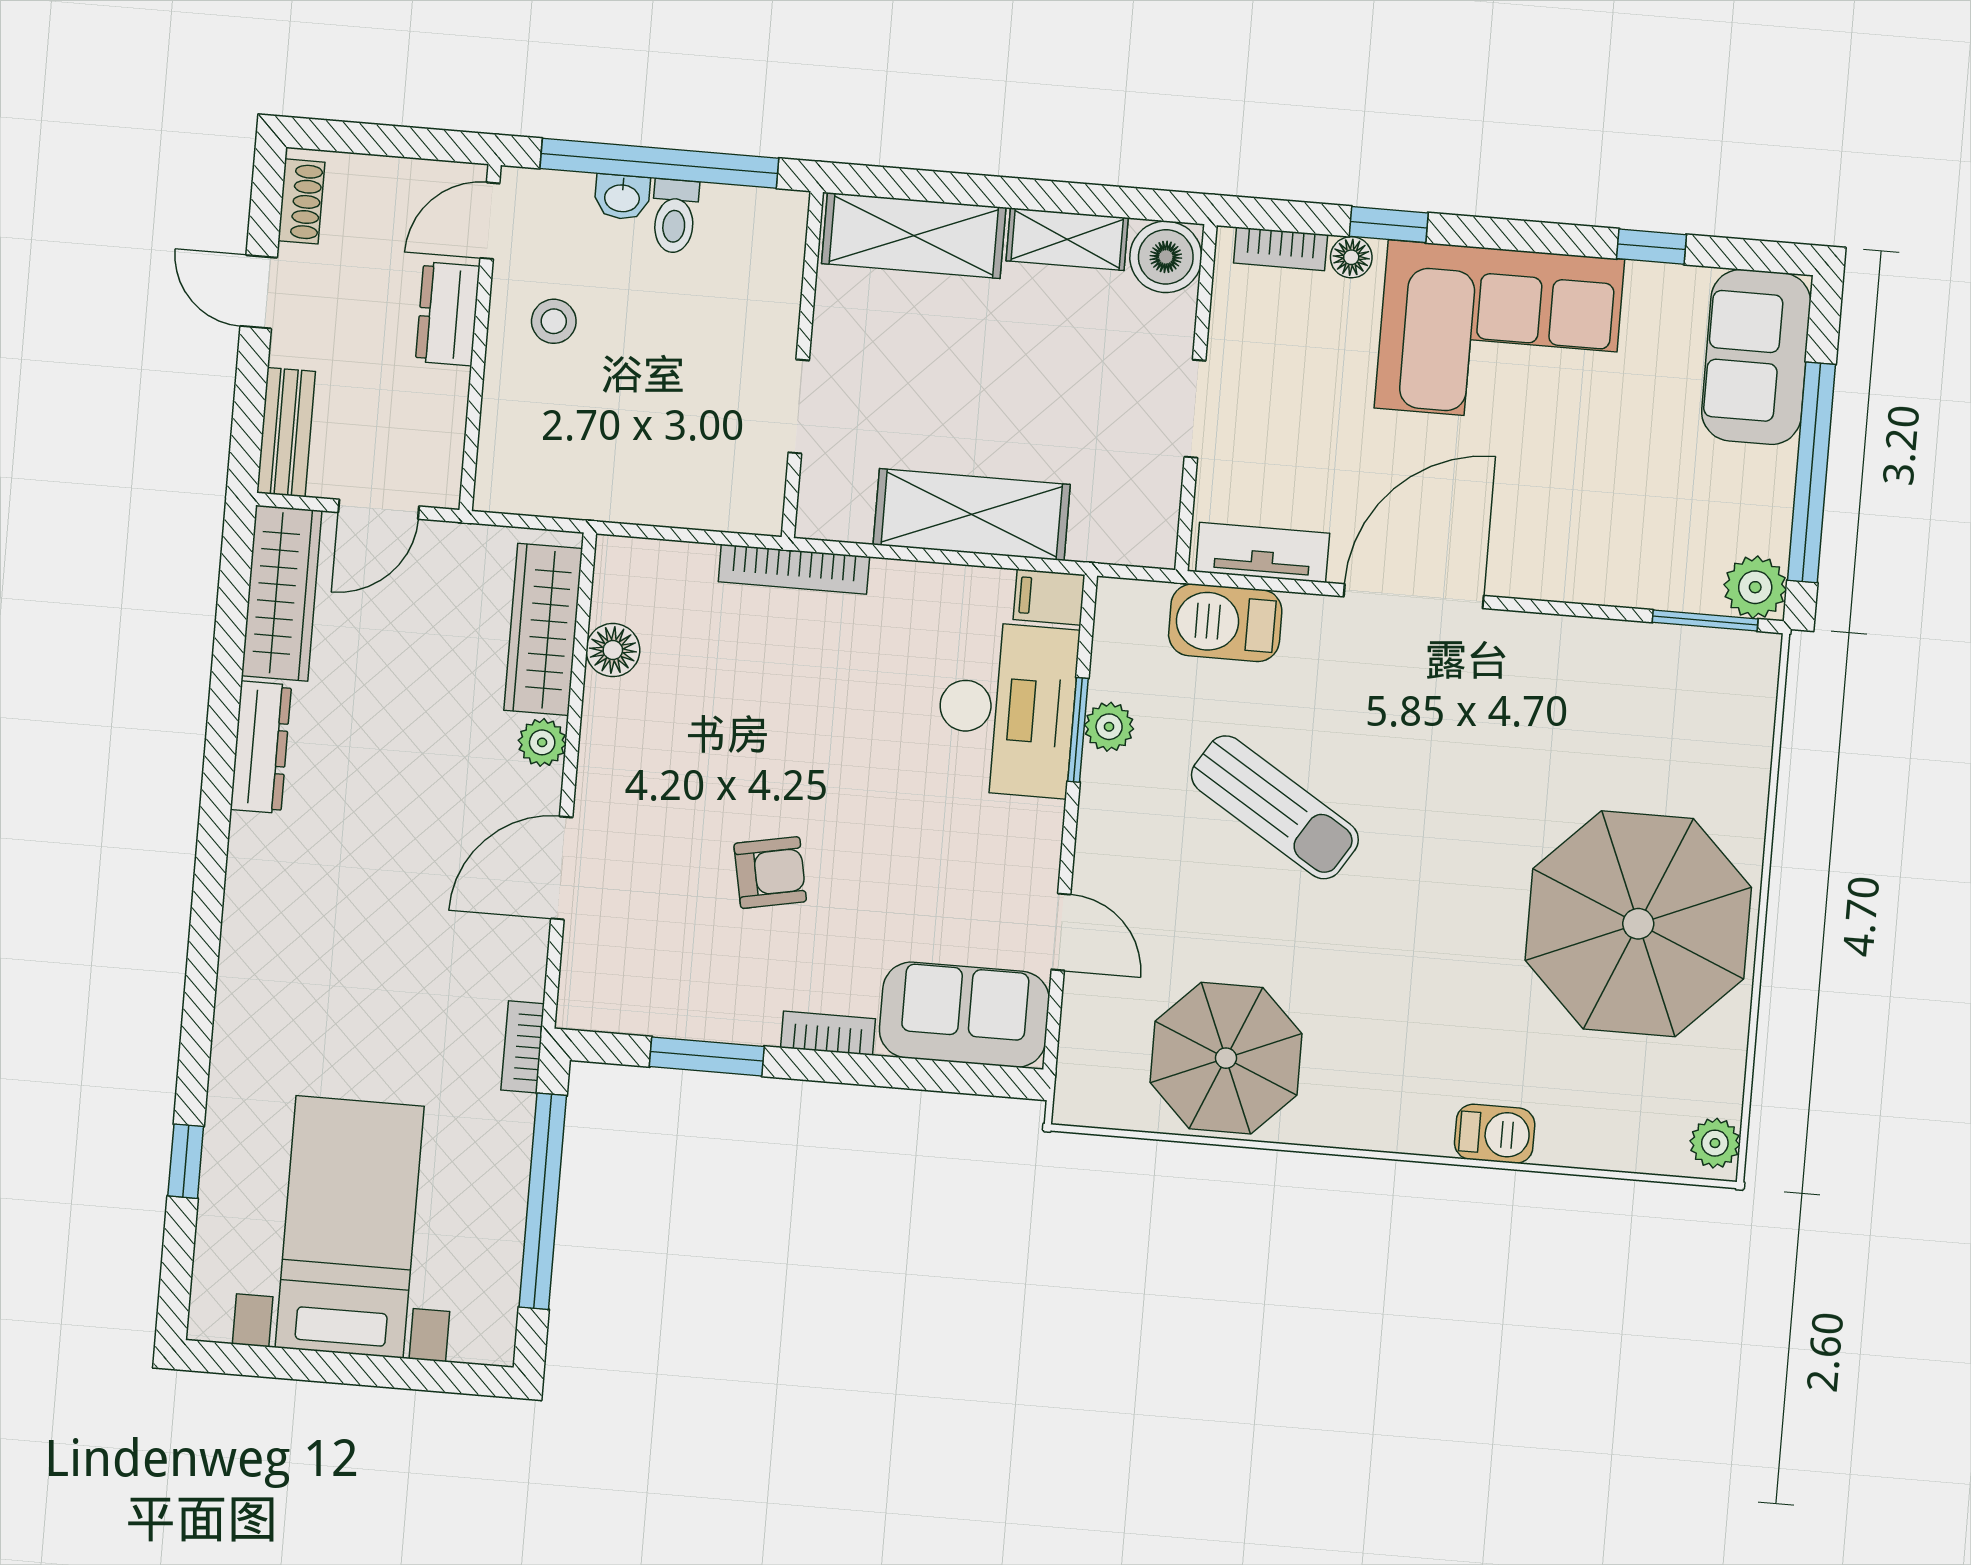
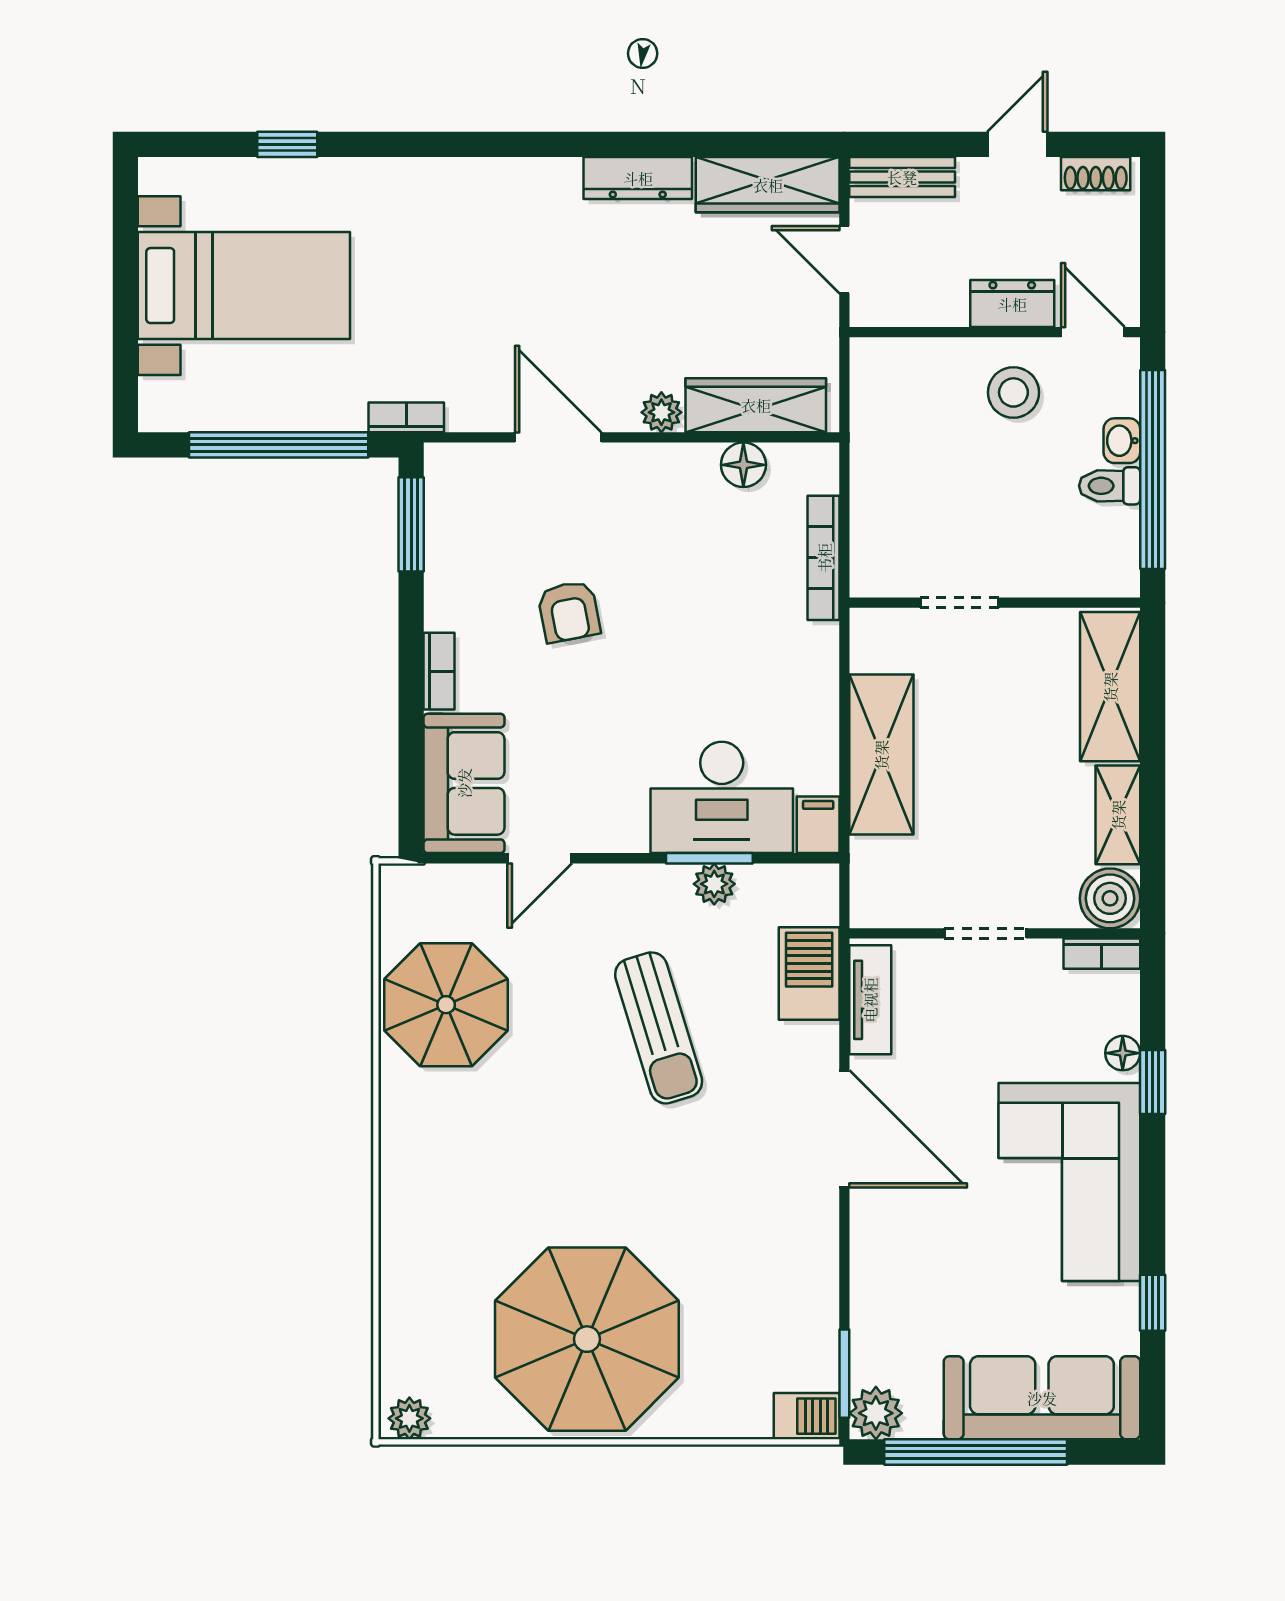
bookcase: (1281, 249) -> (1102, 954), moved, turned -90
stool: (554, 321) -> (1013, 392), width x1.37, depth x1.37
sofa: (1756, 357) -> (1042, 1398), width x1.36
bookcase: (794, 569) -> (824, 558), moved
sun lounger: (1275, 807) -> (659, 1028), turned -49
window: (707, 1056) -> (411, 524), moved
barbecue: (1495, 1134) -> (807, 1416), moved, turned -90

